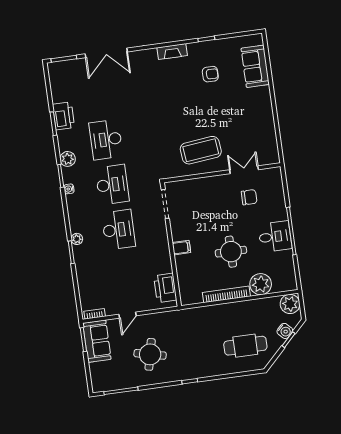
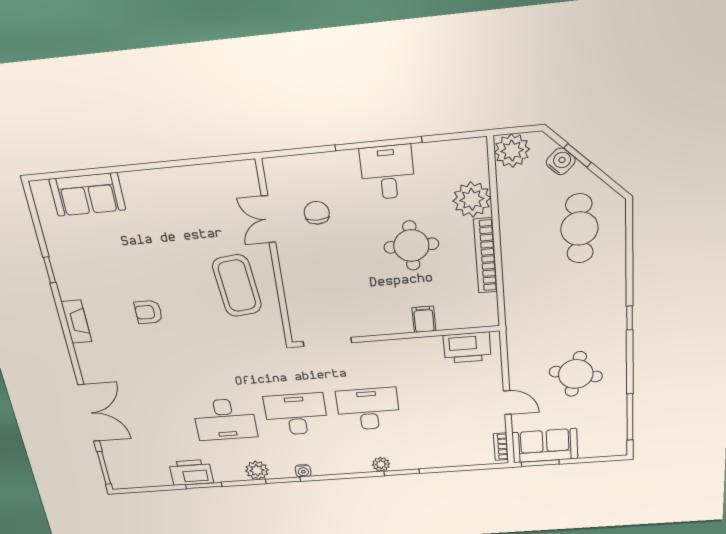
armchair: (210, 74) -> (148, 312), moved, turned -90
filing cabinet: (181, 248) -> (424, 319), moved

